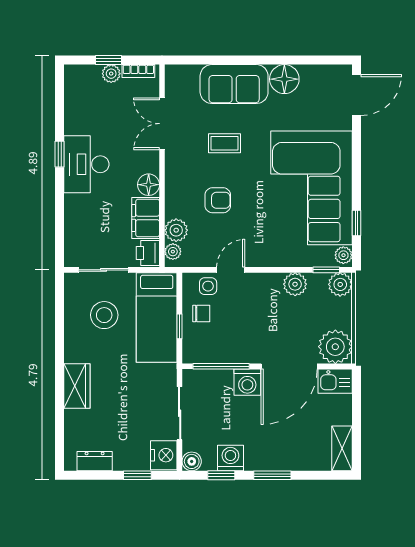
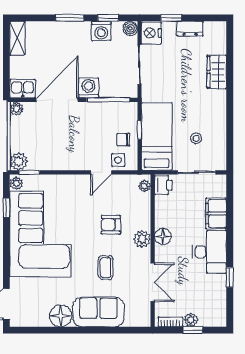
coffee table: (225, 143) -> (106, 268), turned 90
window: (60, 154) -> (230, 277), moved
filing cabinet: (146, 218) -> (216, 213), moved, turned 180
plant: (176, 230) -> (142, 239), moved
plant: (295, 284) -> (53, 162), removed
stool: (104, 315) -> (196, 138), width x0.53, depth x0.53
plant: (335, 347) -> (17, 109), width x0.53, depth x0.53
wardrobe: (77, 386) -> (217, 72), moved
dresser: (95, 461) -> (190, 29), moved

